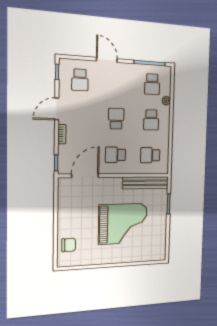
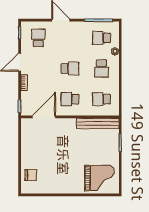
school desk: (80, 80) -> (38, 38), turned 180
school desk: (152, 84) -> (101, 38), turned 90
school desk: (116, 119) -> (70, 69), turned 90
grand piano: (123, 224) -> (99, 178), moved, width x0.73, depth x0.68

